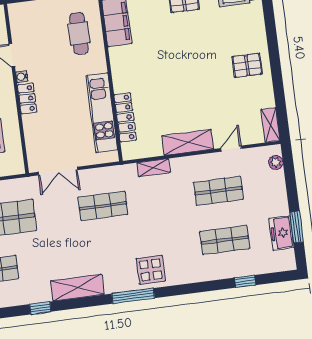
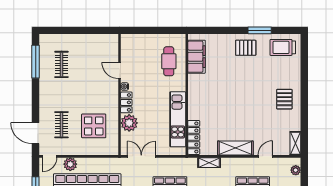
pallet: (247, 65) -> (284, 99), turned 90
locker: (125, 117) -> (194, 137), moved
plant: (35, 127) -> (129, 123), added
double door: (58, 171) -> (141, 156), swing flipped

